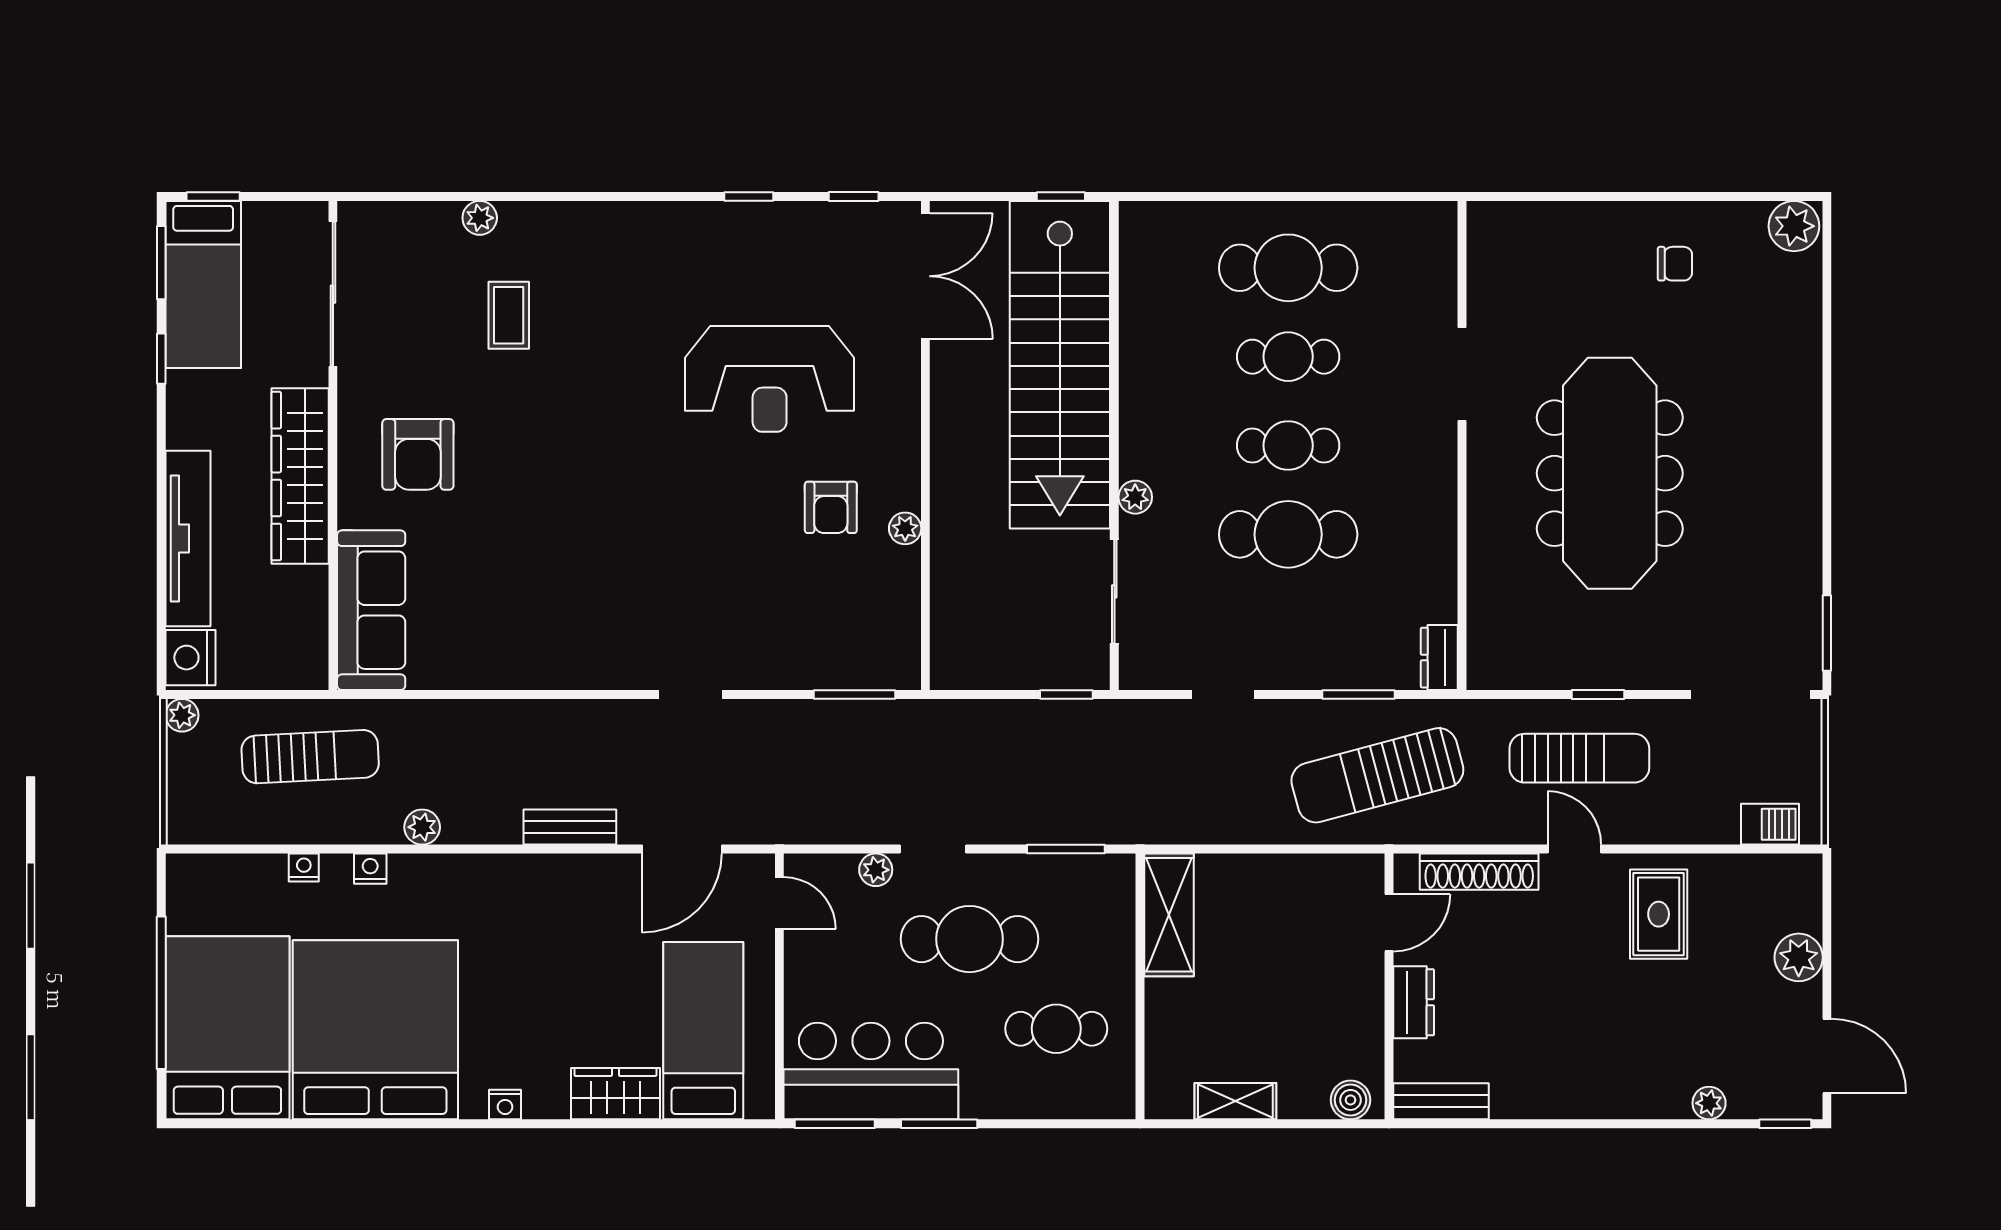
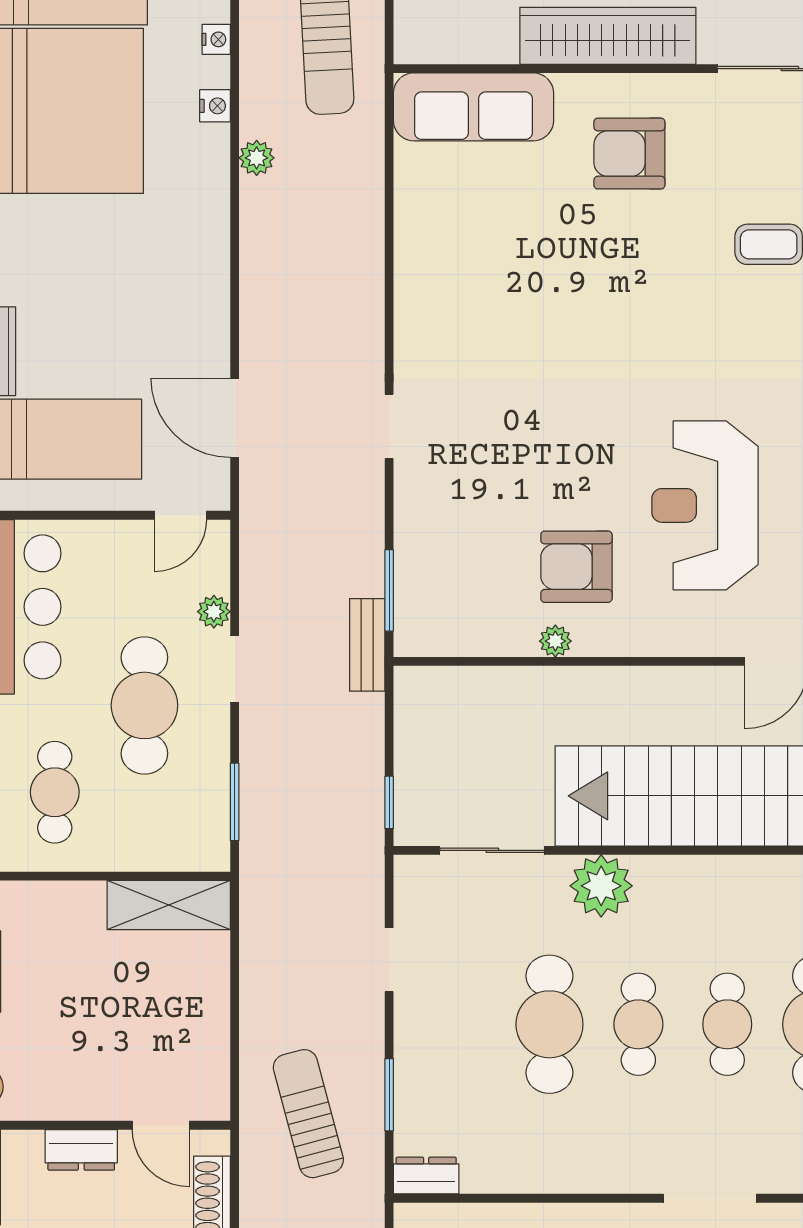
plant: (1135, 497) -> (601, 886), width x1.88, depth x1.88
armchair: (831, 507) -> (576, 567), width x1.38, depth x1.38
sun lounger: (1377, 775) -> (308, 1114), width x0.73, depth x0.75
bench: (570, 827) -> (367, 645), moved

